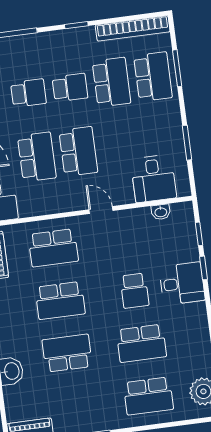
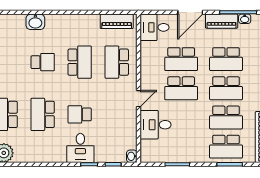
school desk: (70, 88) -> (226, 88), width x1.85
school desk: (28, 93) -> (226, 59), width x1.85
desk: (153, 178) -> (156, 125), moved
washbasin: (161, 212) -> (132, 156), moved
school desk: (60, 300) -> (80, 62), turned 180
school desk: (67, 353) -> (43, 62), width x0.54

